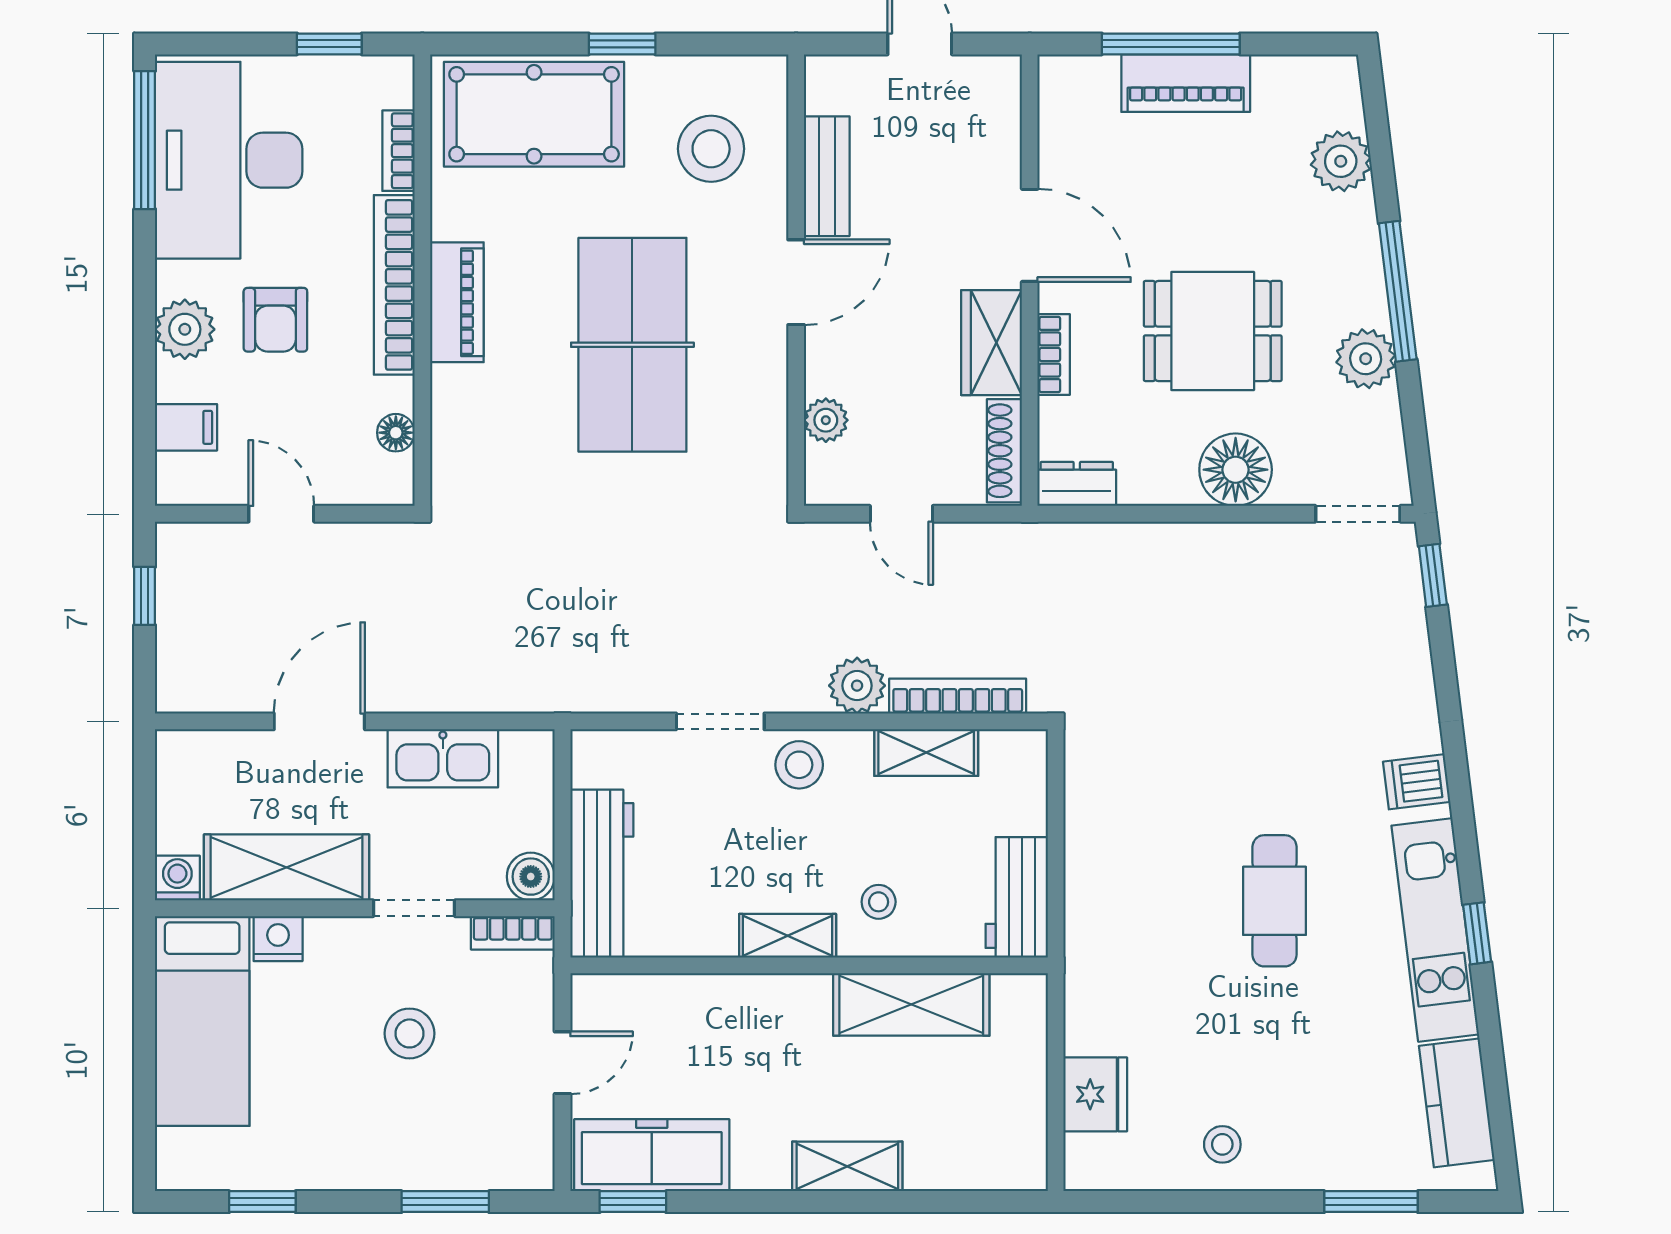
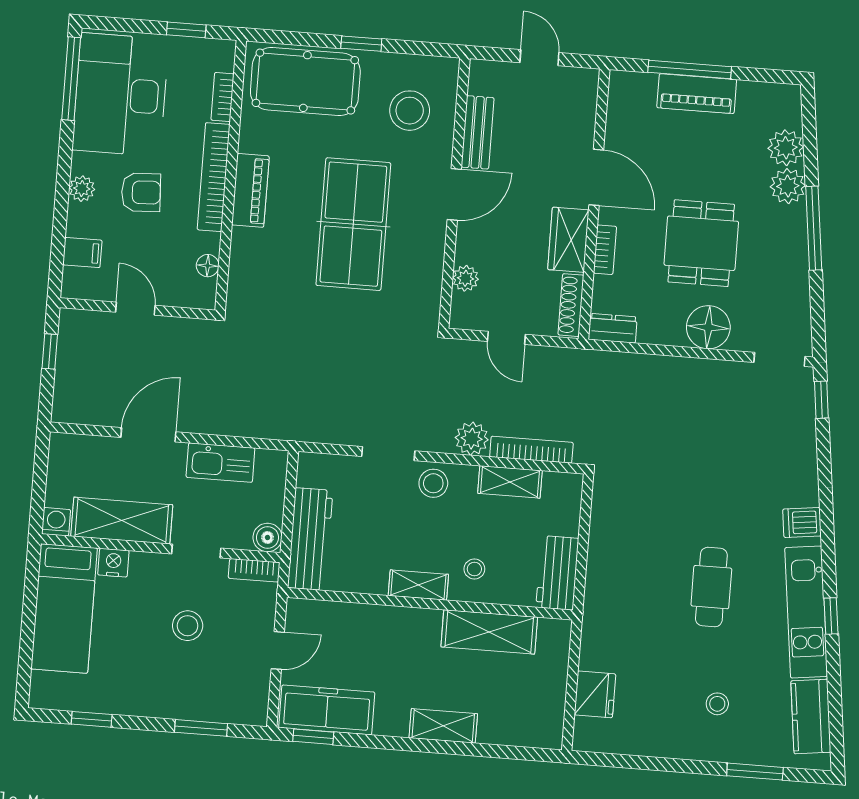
armchair: (275, 320) -> (141, 192), turned -93
plant: (185, 329) -> (82, 189), width x0.73, depth x0.73
dining table: (1213, 331) -> (701, 243), turned 90
plant: (1366, 359) -> (788, 186), moved
stool: (1222, 1144) -> (717, 704), moved

